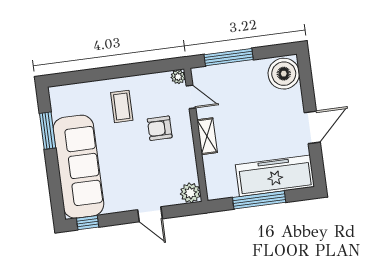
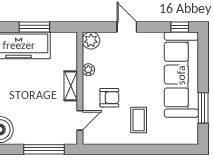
plant: (178, 77) -> (88, 70), moved
door: (191, 97) -> (80, 120), swing flipped
window: (259, 200) -> (34, 27), width x0.69

